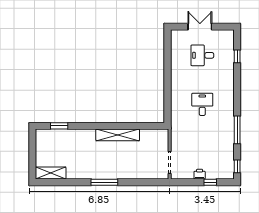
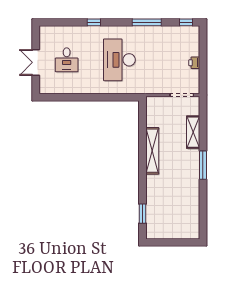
window: (237, 56) -> (94, 22), moved
desk: (202, 104) -> (119, 60), width x1.87, depth x1.30
shelving: (51, 173) -> (193, 132), moved
window: (210, 182) -> (203, 51), removed

